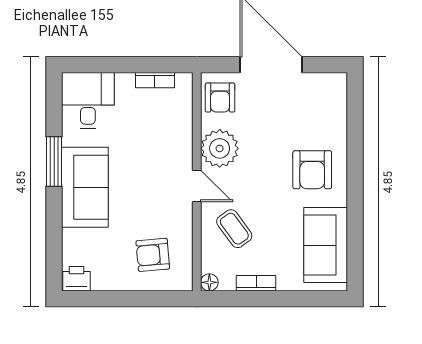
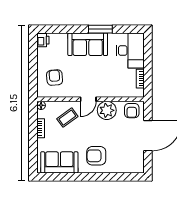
armchair: (220, 98) -> (132, 111), turned -90
desk: (88, 101) -> (130, 50), width x1.37

